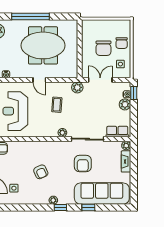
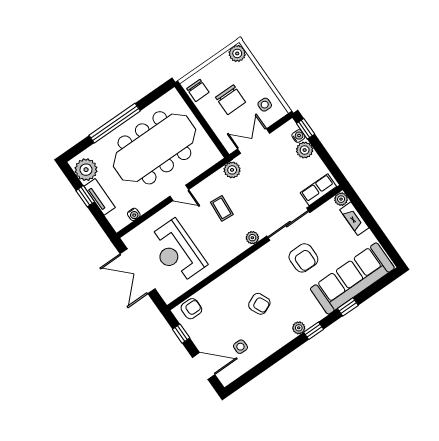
plant: (125, 25) -> (237, 53), added
chair: (122, 43) -> (198, 90), moved
meeting table: (43, 45) -> (154, 148), width x1.36

